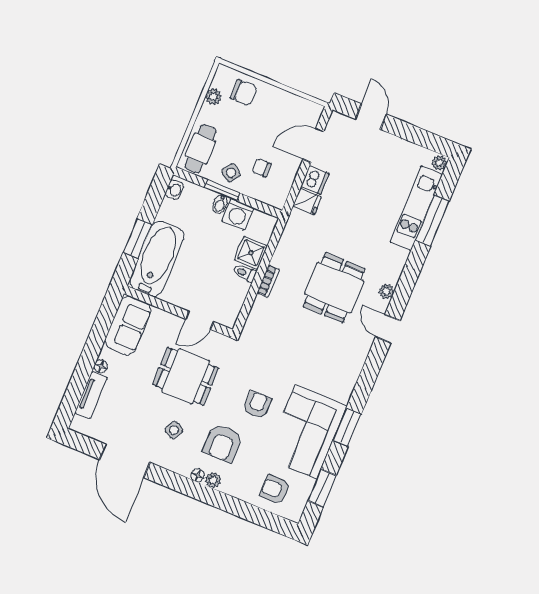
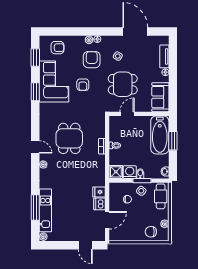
shower: (251, 253) -> (116, 172), moved
dining table: (334, 288) -> (69, 138), moved

